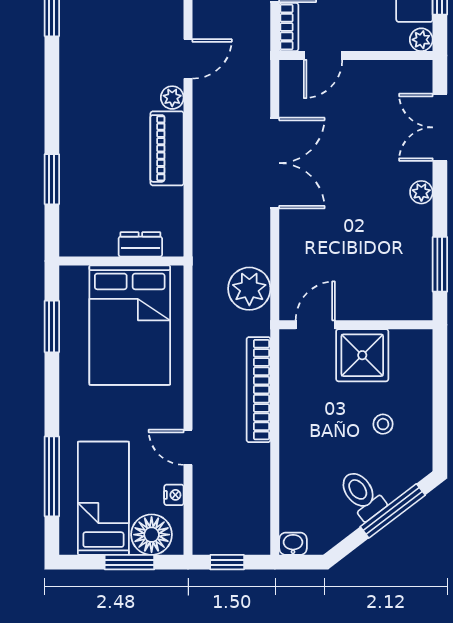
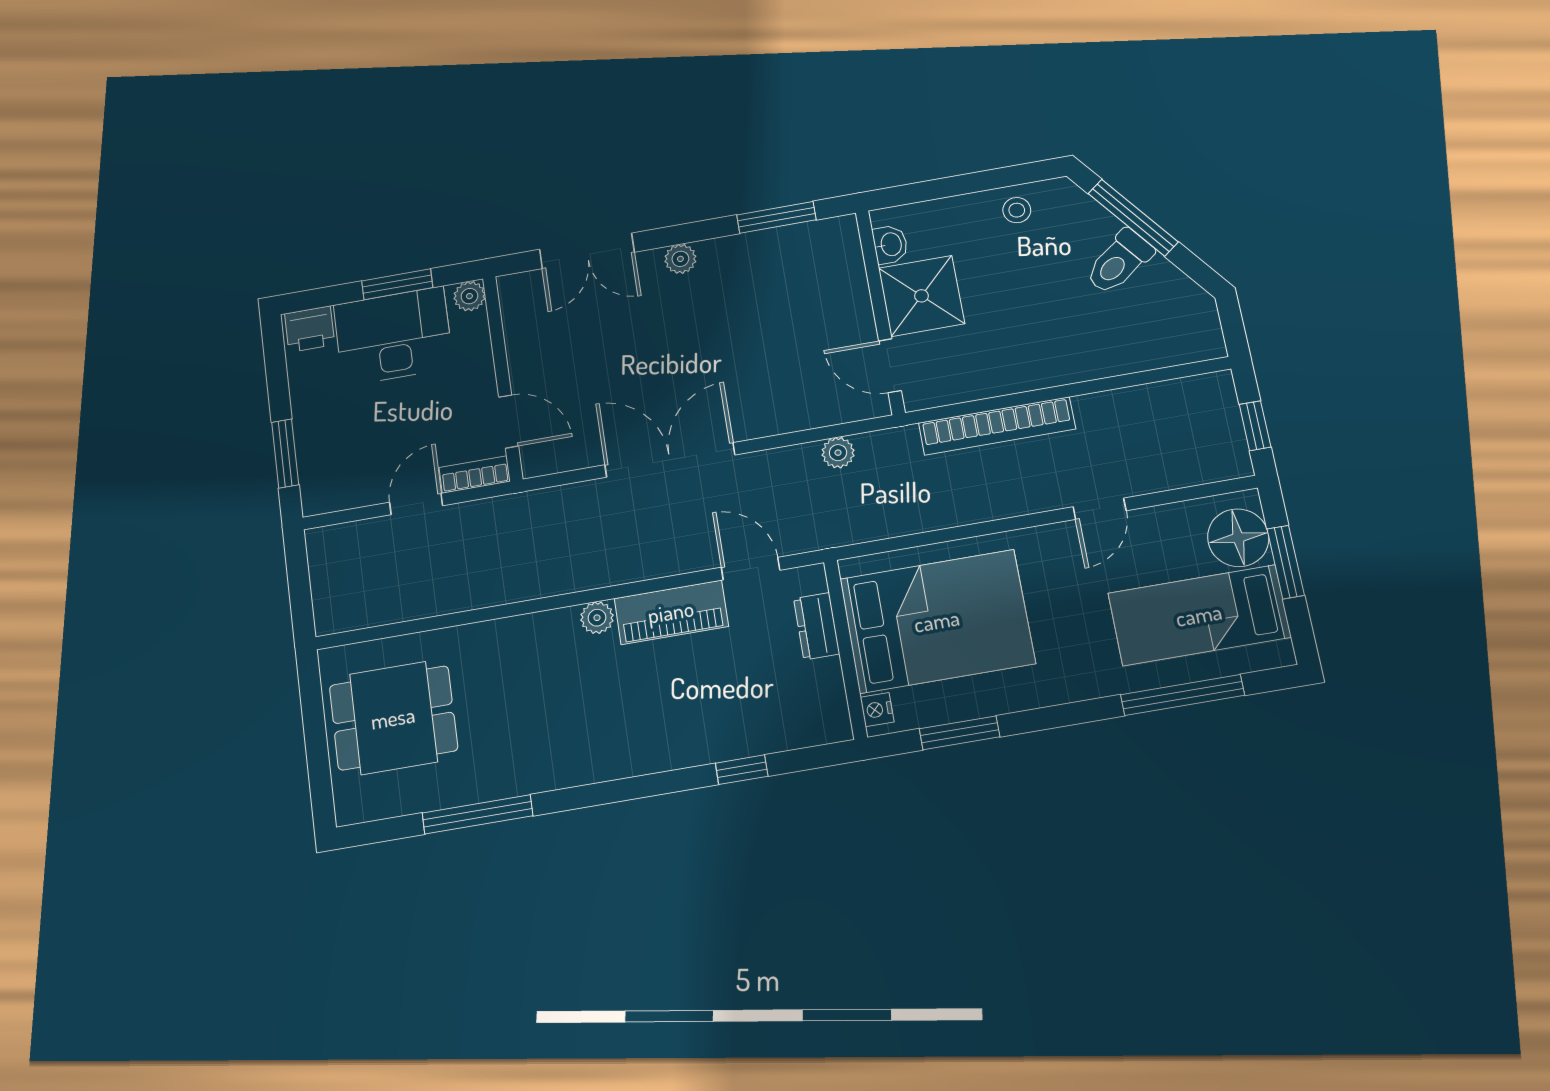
door: (188, 59) -> (751, 569), moved
window: (52, 179) -> (742, 770), width x0.67
plant: (249, 289) -> (838, 453), width x0.53, depth x0.53
stool: (383, 424) -> (1017, 210), moved
nightstand: (174, 495) -> (877, 710), moved, turned -90
washbasin: (293, 544) -> (890, 244), moved, turned 180

